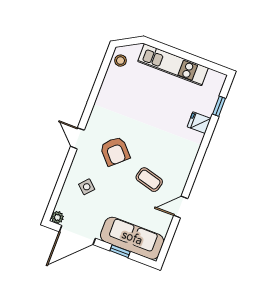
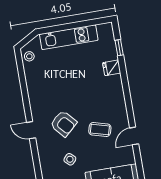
side table: (87, 187) -> (70, 159), moved

